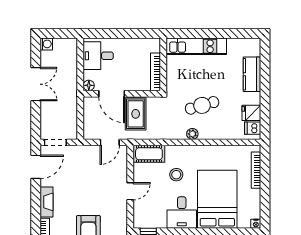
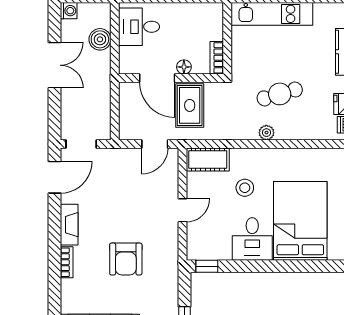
boiler: (69, 65) -> (100, 39), added
bookcase: (156, 72) -> (217, 58), width x0.64
floor lamp: (89, 85) -> (184, 67), moved

